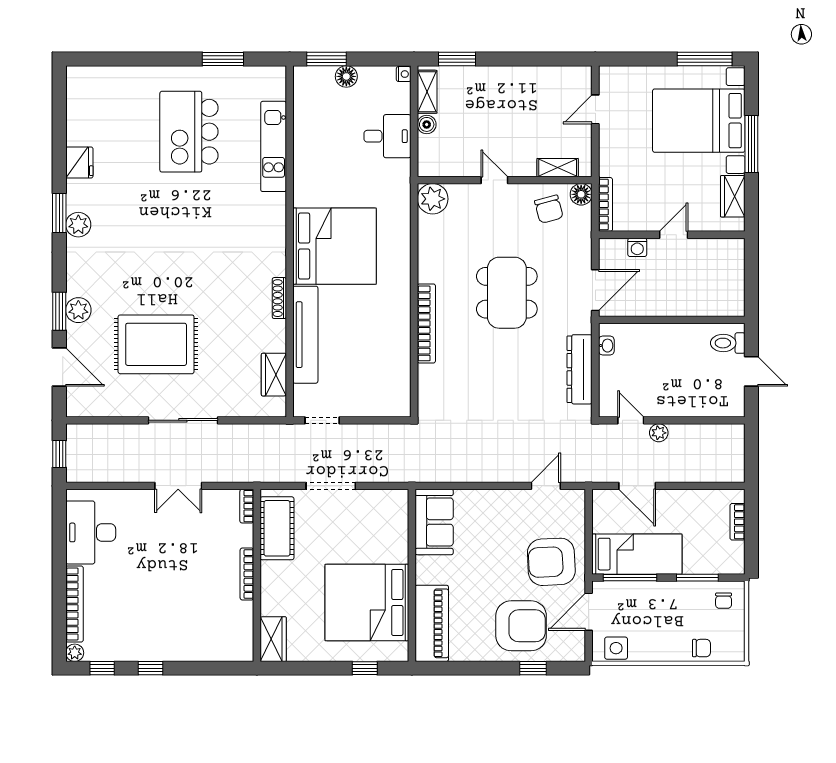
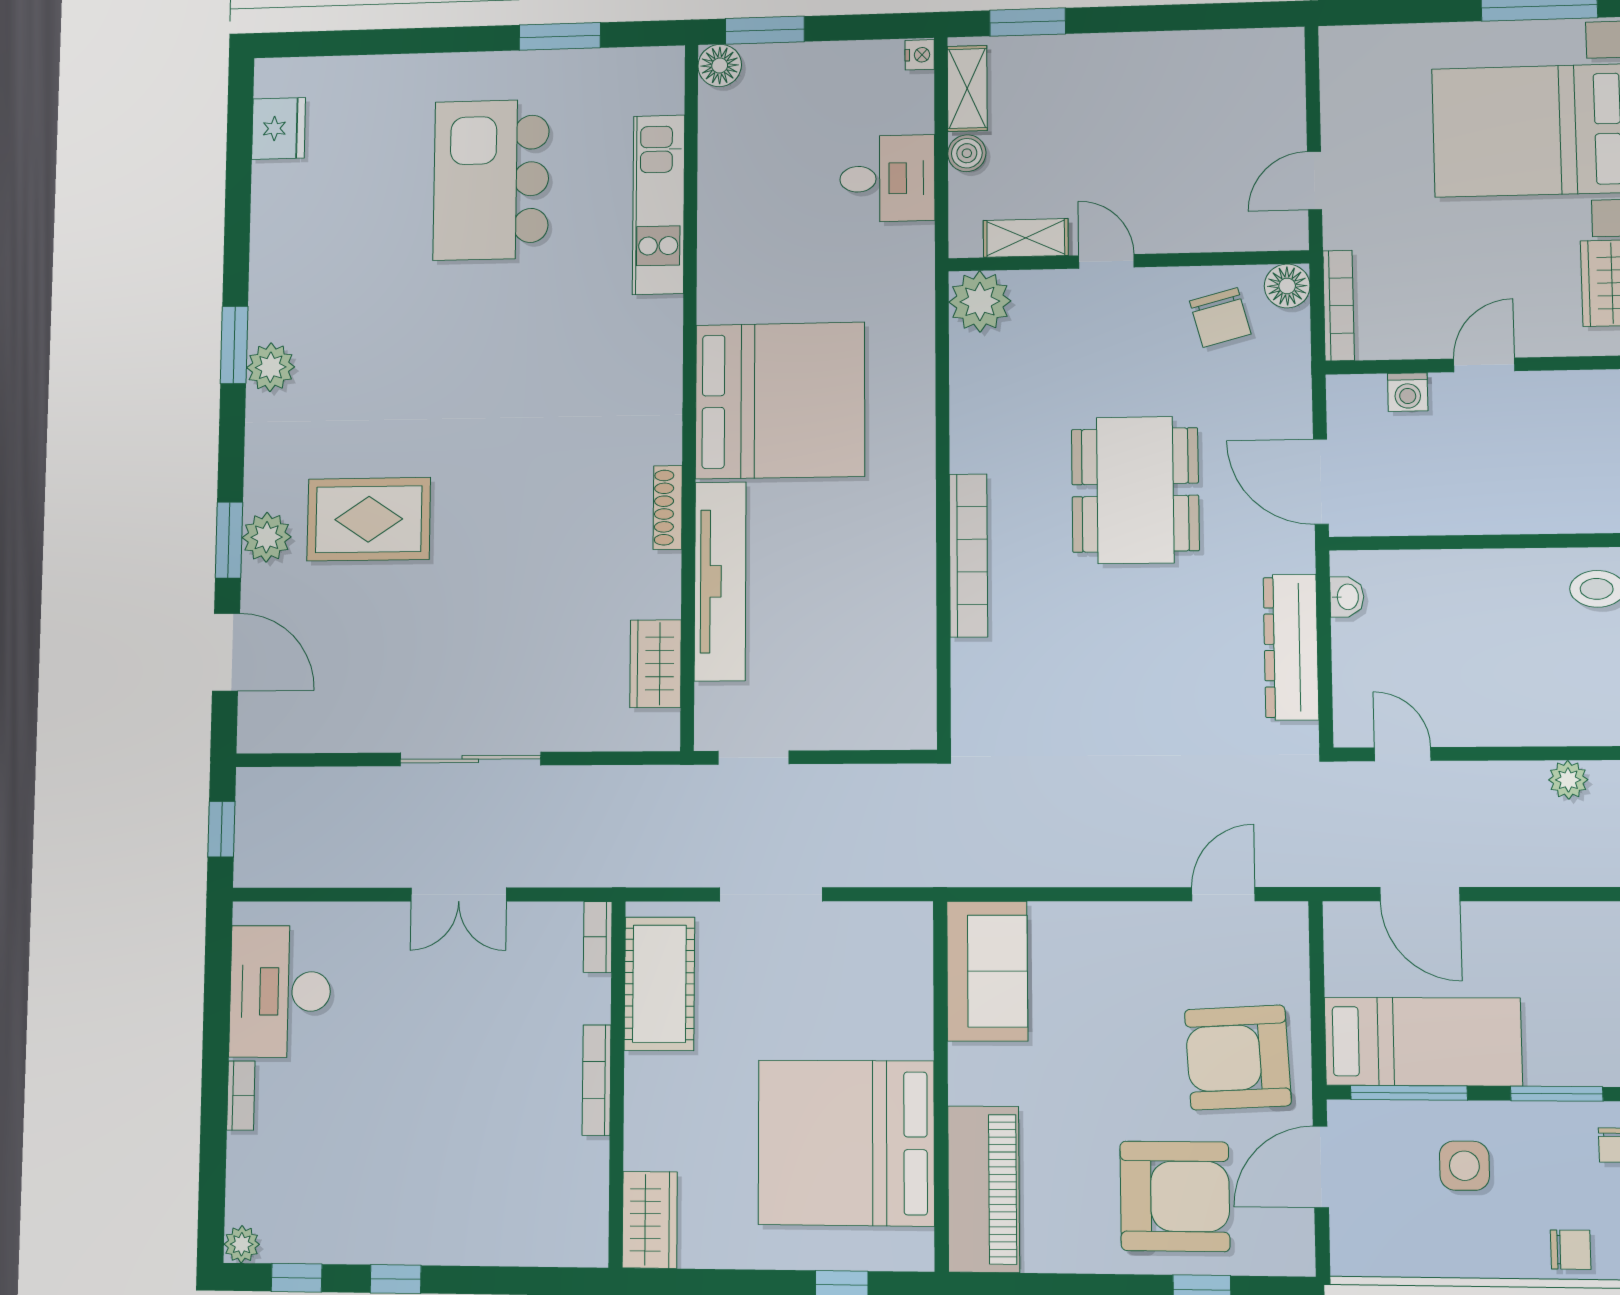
floor lamp: (346, 76) -> (720, 65), moved
door: (595, 109) -> (1315, 181), moved
fridge: (79, 163) -> (279, 128), moved
shelving: (558, 168) -> (1026, 238), moved
door: (595, 290) -> (1321, 482), swing flipped
rug: (156, 344) -> (369, 519), moved, width x0.73, depth x0.69
plant: (659, 433) -> (1568, 780), moved
bookcase: (74, 604) -> (241, 1096), width x0.43, depth x0.76
side table: (616, 648) -> (1464, 1166), moved

